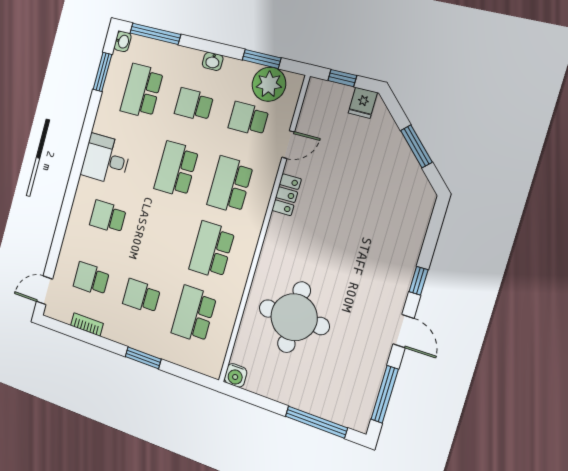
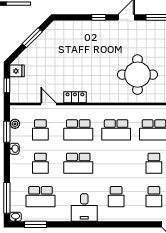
washbasin: (213, 61) -> (14, 149), moved
plant: (269, 84) -> (15, 124), width x0.53, depth x0.53

